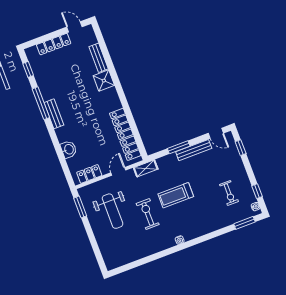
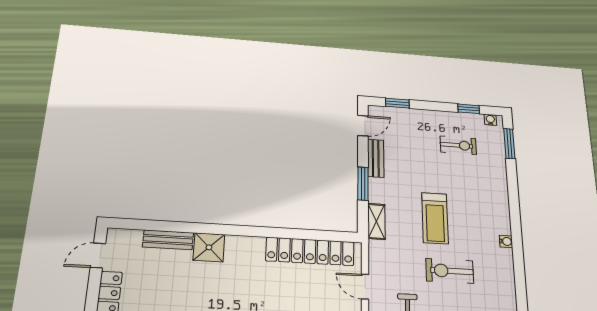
bench: (194, 150) -> (376, 158), width x0.73
shelving: (146, 168) -> (376, 221), moved

